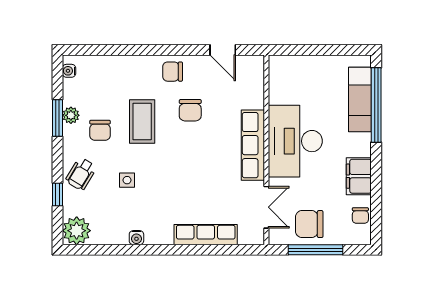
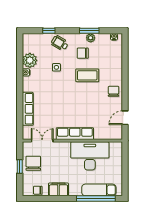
chair: (190, 110) -> (93, 101), removed
desk: (295, 141) -> (90, 156), moved
double door: (266, 207) -> (42, 141), swing flipped
plant: (77, 231) -> (30, 60), moved
window: (315, 250) -> (20, 167), width x0.46

